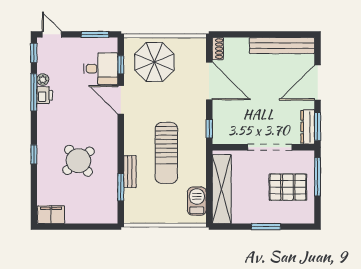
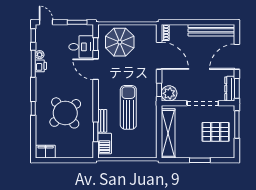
plant: (223, 133) -> (169, 93), added
sun lounger: (166, 153) -> (128, 107), turned 180
round table: (78, 161) -> (65, 113), width x1.36, depth x1.36
barbecue: (197, 201) -> (105, 143), moved, turned 180

